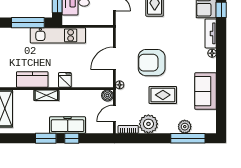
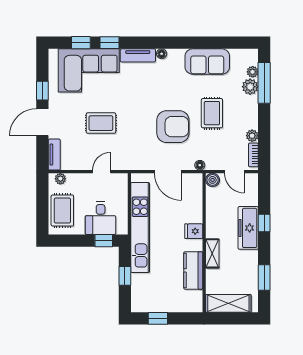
window: (28, 23) -> (125, 276), width x0.46
kitchen unit: (58, 35) -> (140, 227), width x1.36
armchair: (152, 63) -> (173, 127), turned -90
plant: (148, 124) -> (252, 136), width x0.53, depth x0.53
plant: (197, 129) -> (253, 72), added
window: (46, 138) -> (264, 278), moved

